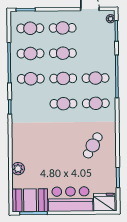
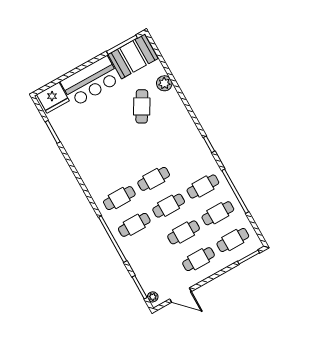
cafe table: (93, 145) -> (142, 106), moved

